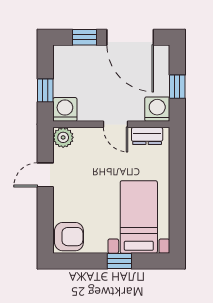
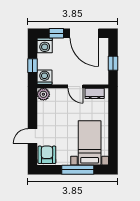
washing machine: (157, 109) -> (45, 45), moved, turned 180
door: (45, 175) -> (32, 136), moved
armchair: (69, 237) -> (47, 155), turned -90
window: (119, 261) -> (78, 170), width x2.17

